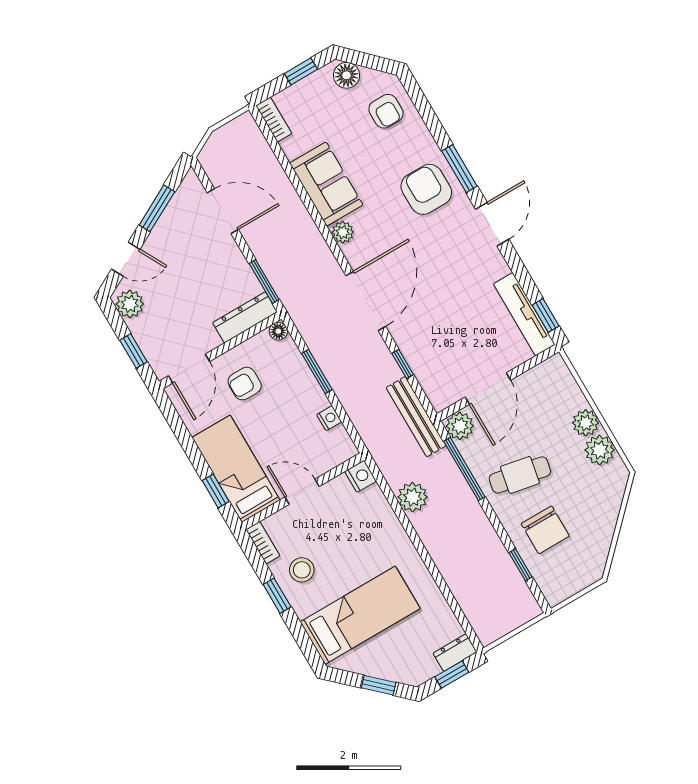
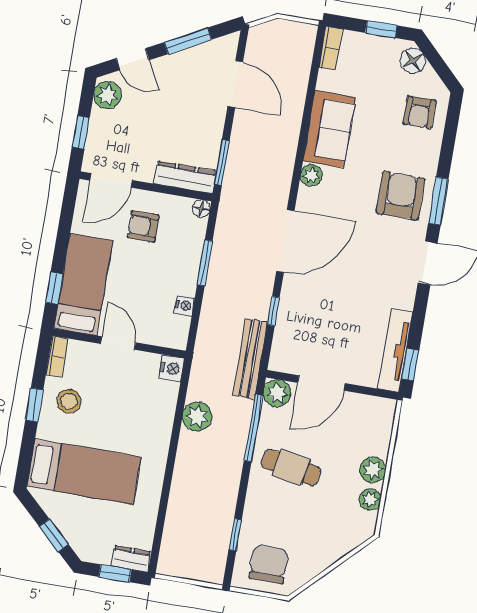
plant: (600, 450) -> (370, 500), width x0.73, depth x0.73
chair: (545, 530) -> (269, 564), moved, turned 180

